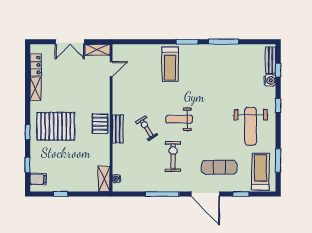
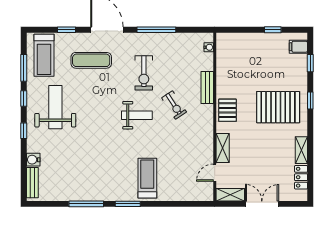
window: (278, 70) -> (24, 99), moved
bench: (118, 129) -> (207, 88), moved
shelving: (104, 179) -> (223, 148), moved

